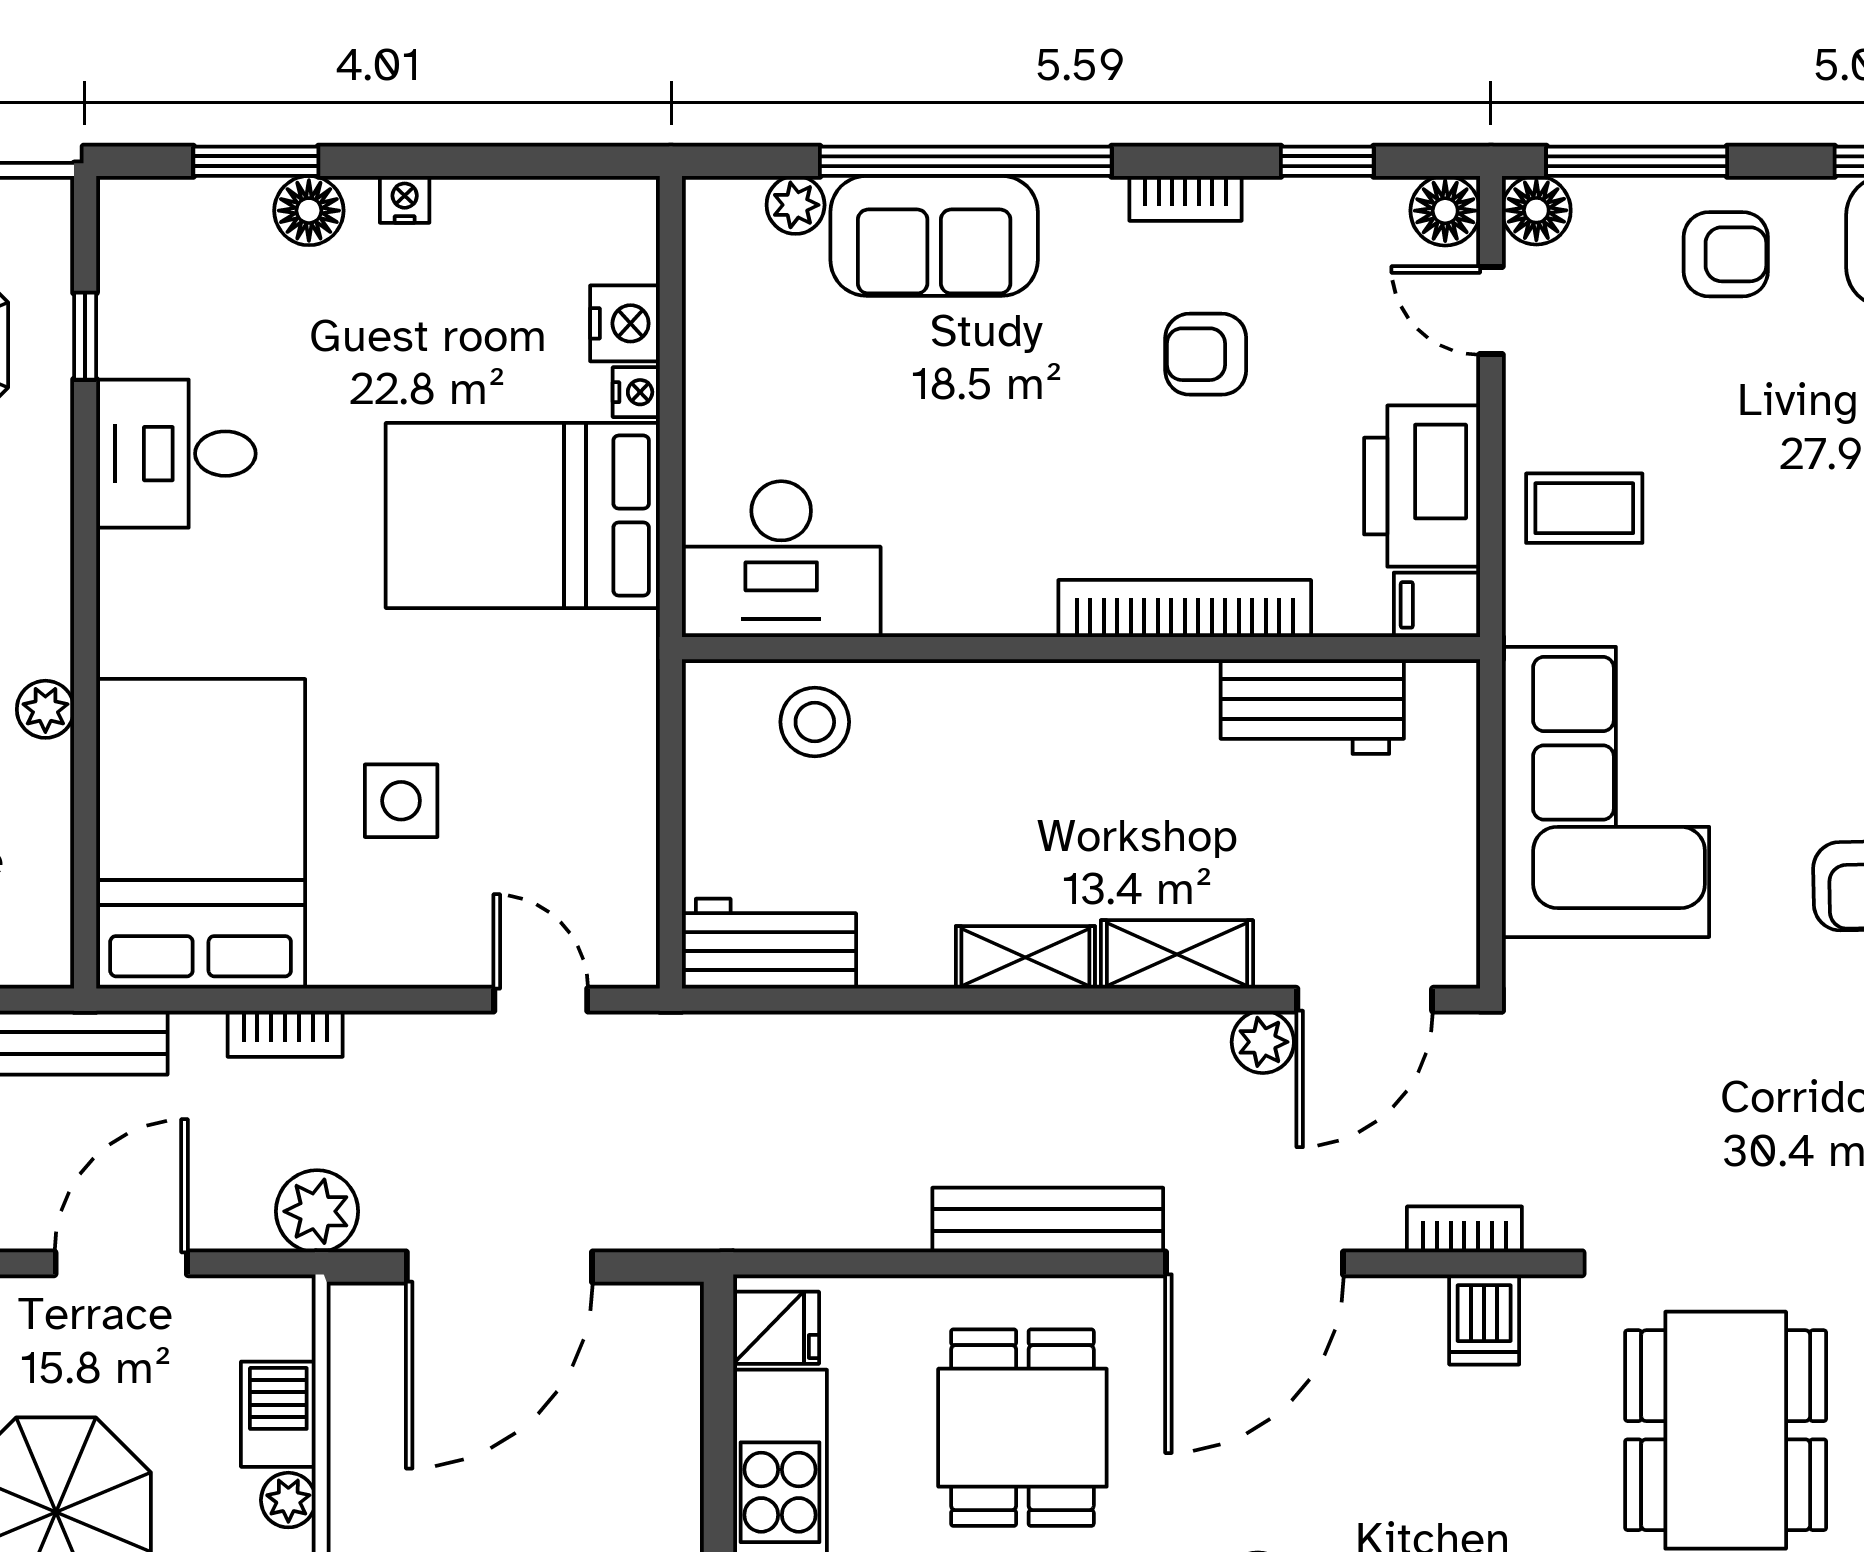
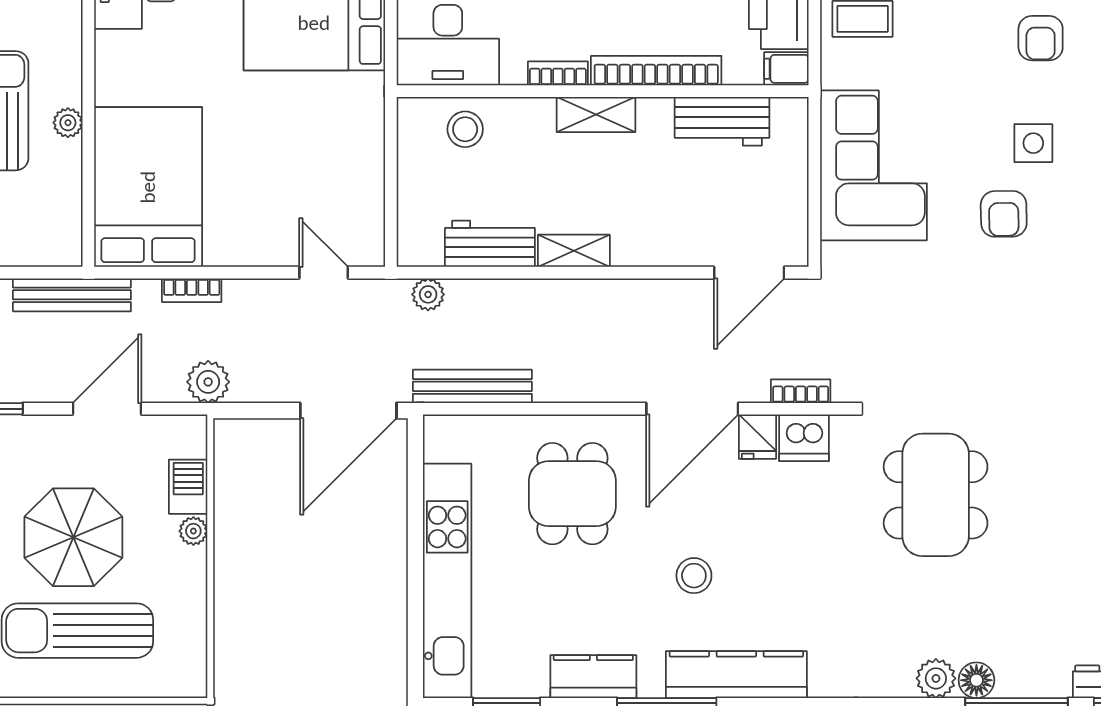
bookcase: (994, 614) -> (558, 73), added
side table: (401, 801) -> (252, 170), removed
workbench: (769, 944) -> (490, 244), moved
shelving: (1177, 954) -> (596, 115), moved
plant: (1263, 1042) -> (428, 294), moved
bench: (1048, 1220) -> (472, 386), moved
door: (499, 1267) -> (348, 411), moved
dishwasher: (1484, 1319) -> (804, 438), width x1.38
fridge: (776, 1328) -> (757, 437), moved, turned 90

